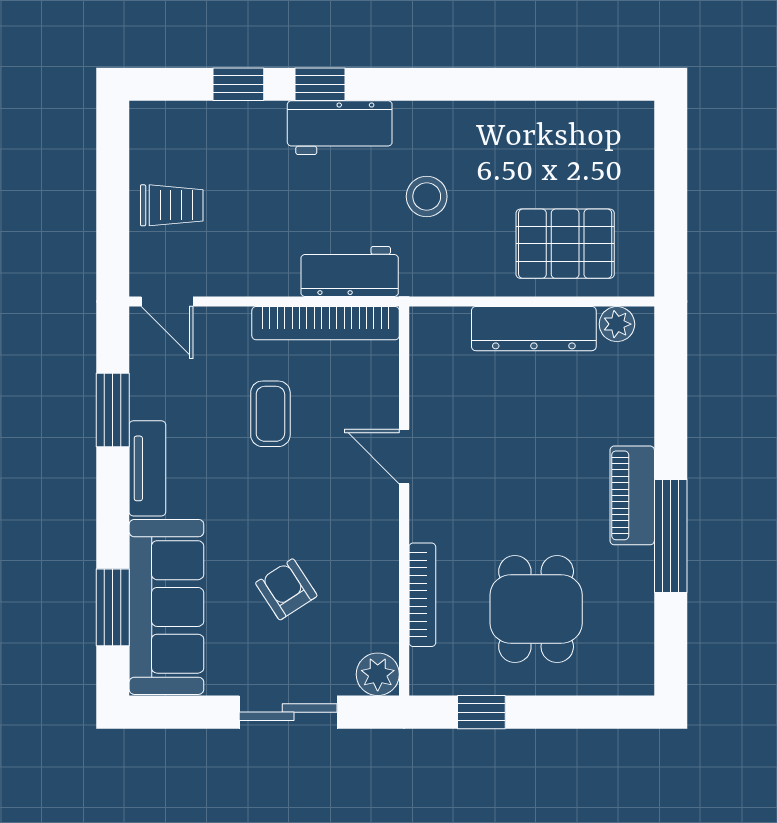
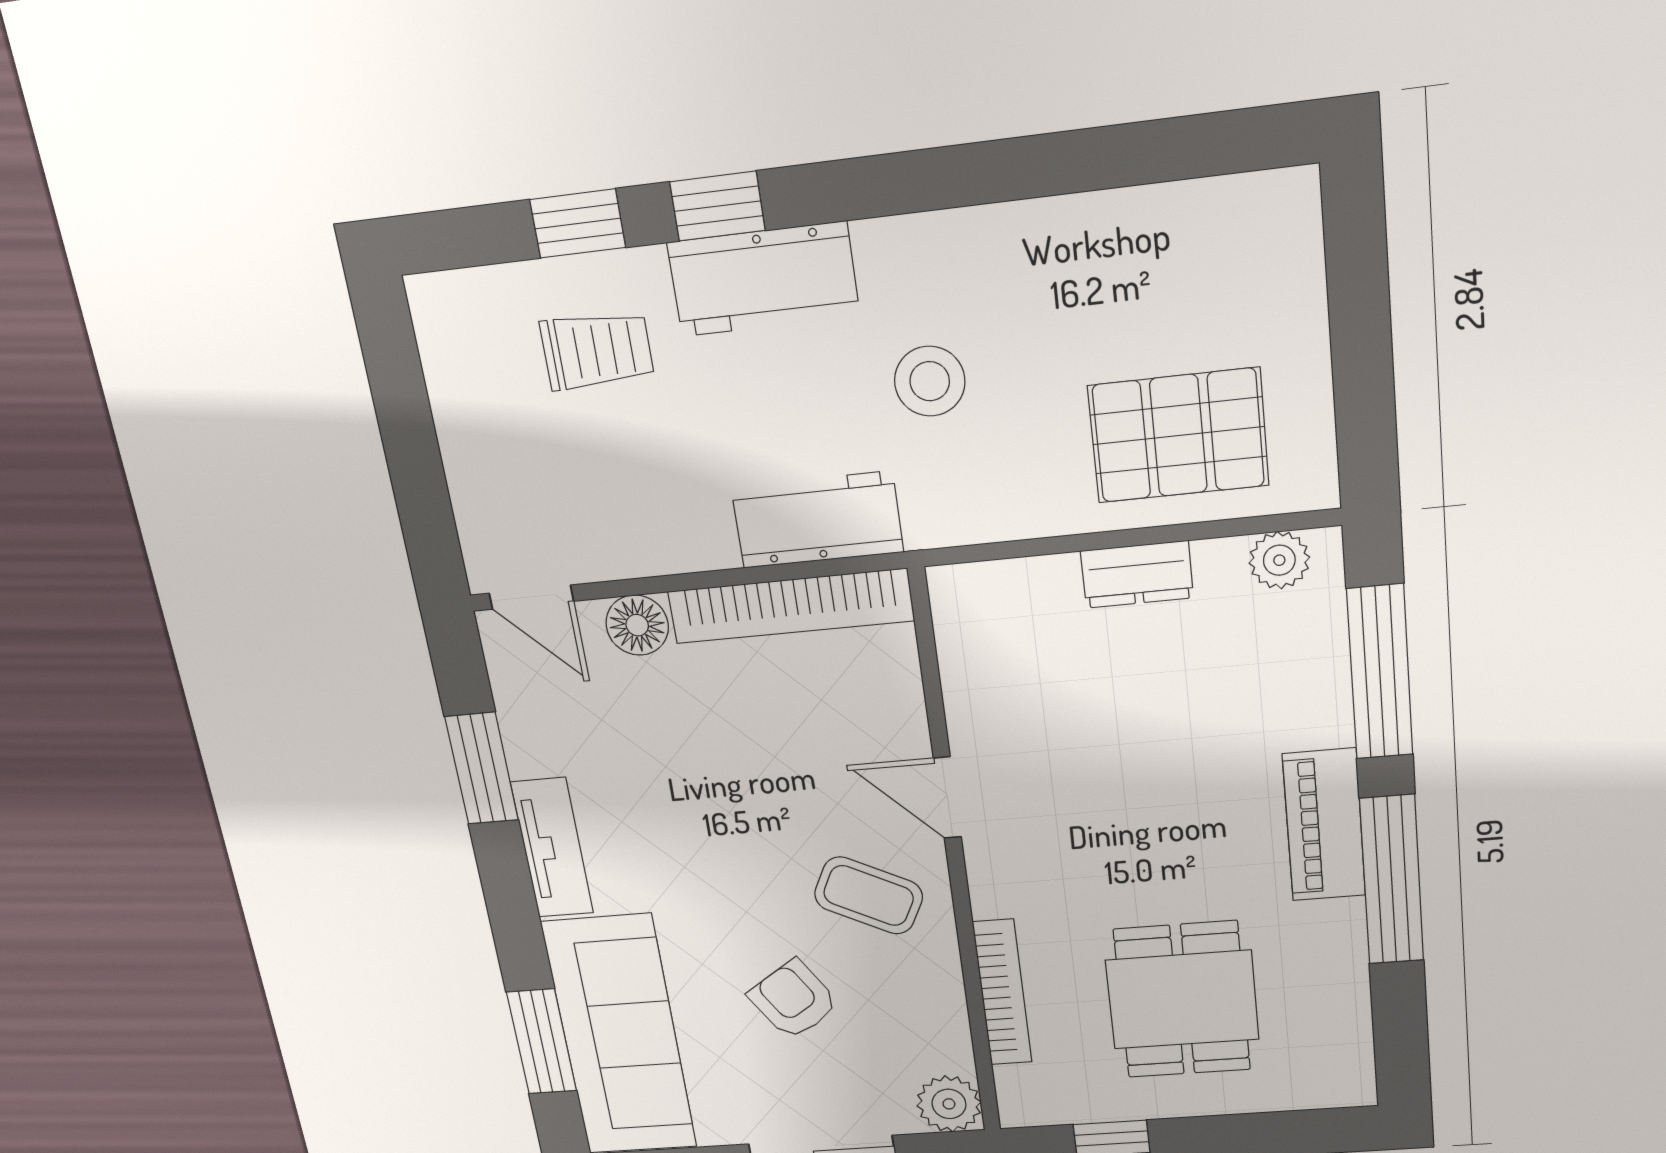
trolley: (172, 205) -> (597, 351), moved
floor lamp: (229, 326) -> (637, 625), added
dresser: (534, 329) -> (1137, 574), width x0.51, depth x0.80
window: (671, 399) -> (1380, 672), added
coffee table: (270, 414) -> (869, 895), moved, turned -63

